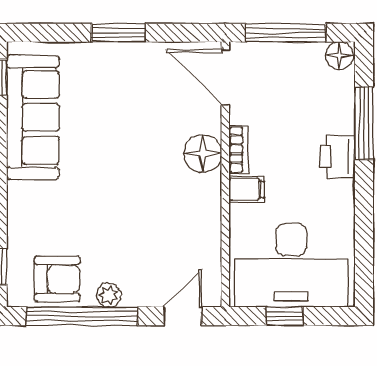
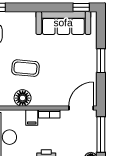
floor lamp: (203, 154) -> (23, 98), moved
coffee table: (135, 203) -> (25, 68), added

